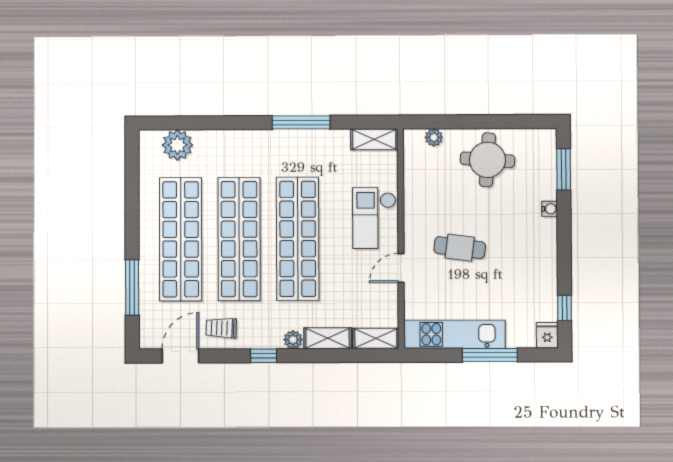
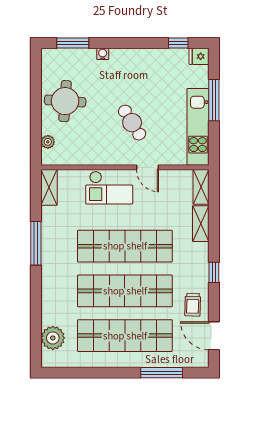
cafe table: (460, 248) -> (132, 123), turned -39
plant: (293, 340) -> (202, 250), removed

